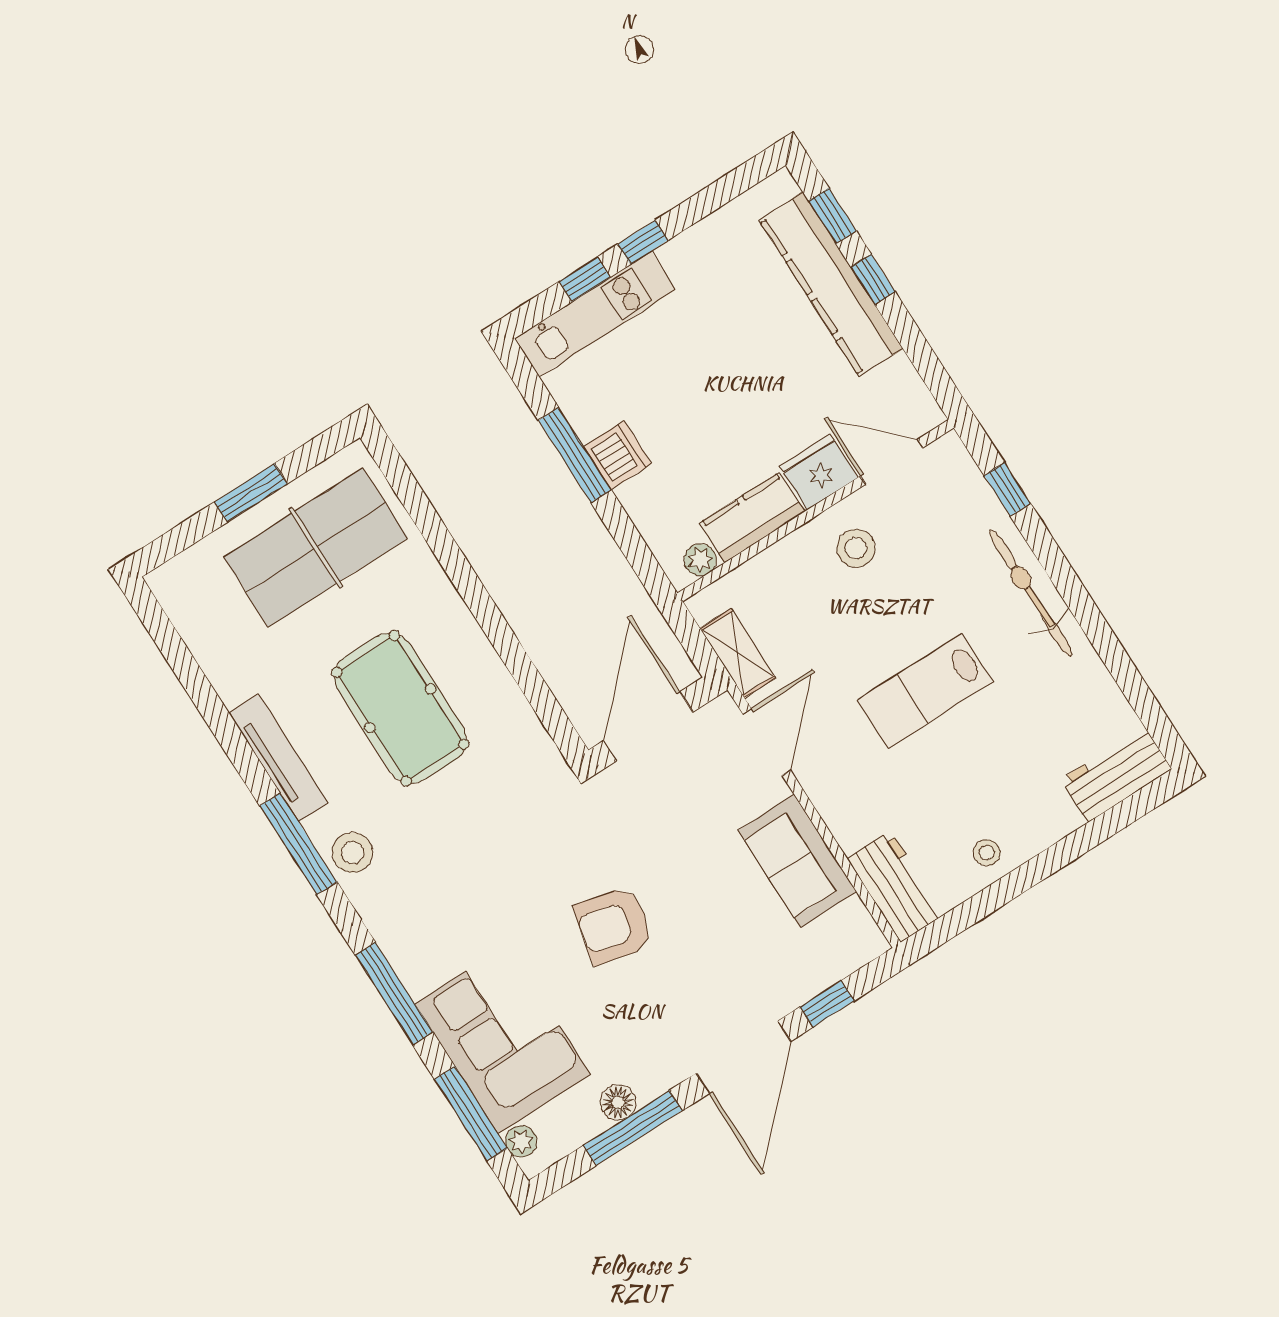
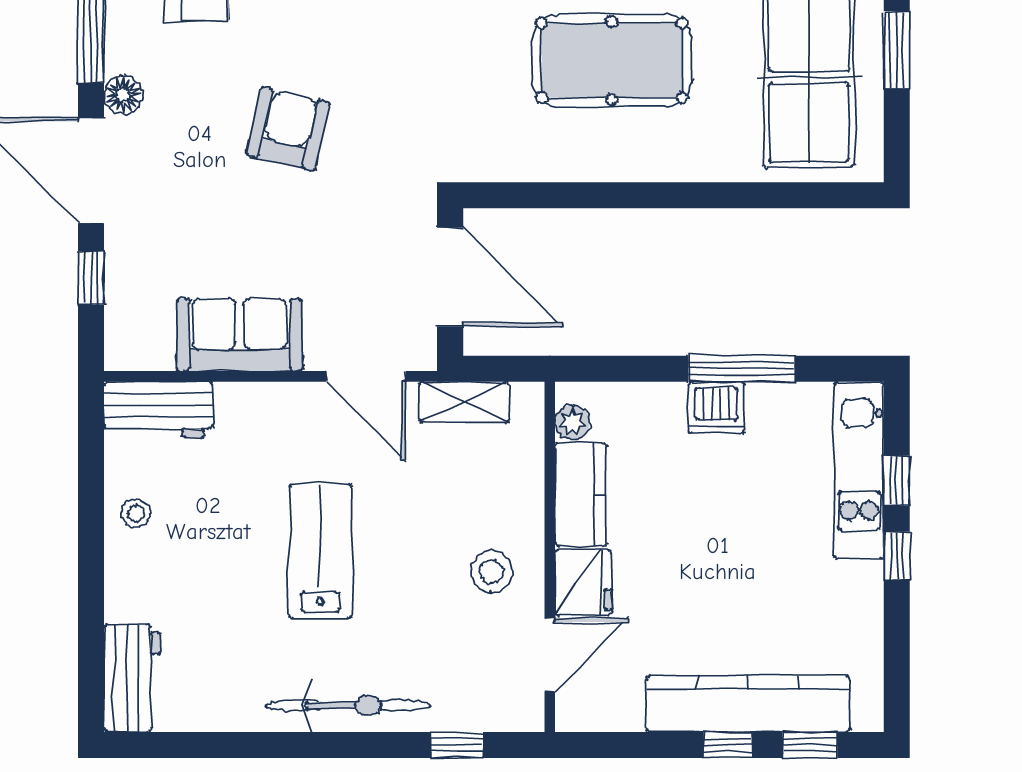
floor lamp: (618, 1102) -> (123, 95), moved

